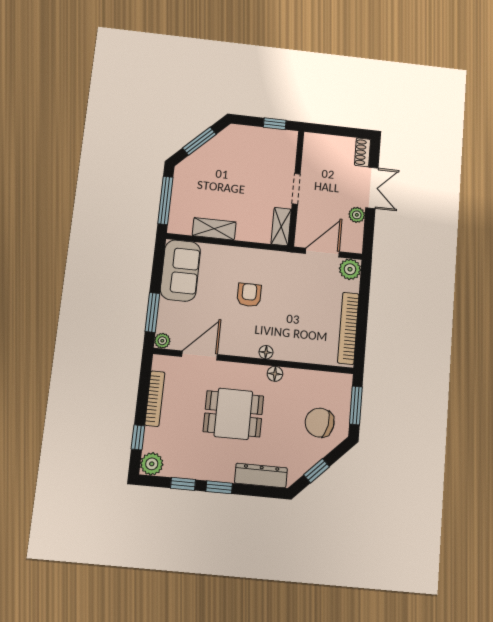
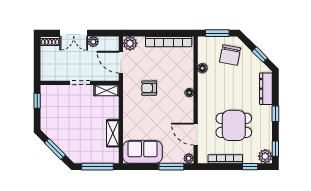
double door: (372, 188) -> (74, 33), swing flipped
armchair: (249, 295) -> (149, 88), moved
floor lamp: (275, 374) -> (202, 68), moved
dining table: (233, 414) -> (234, 125), moved, turned 90
window: (183, 484) -> (275, 149), moved

